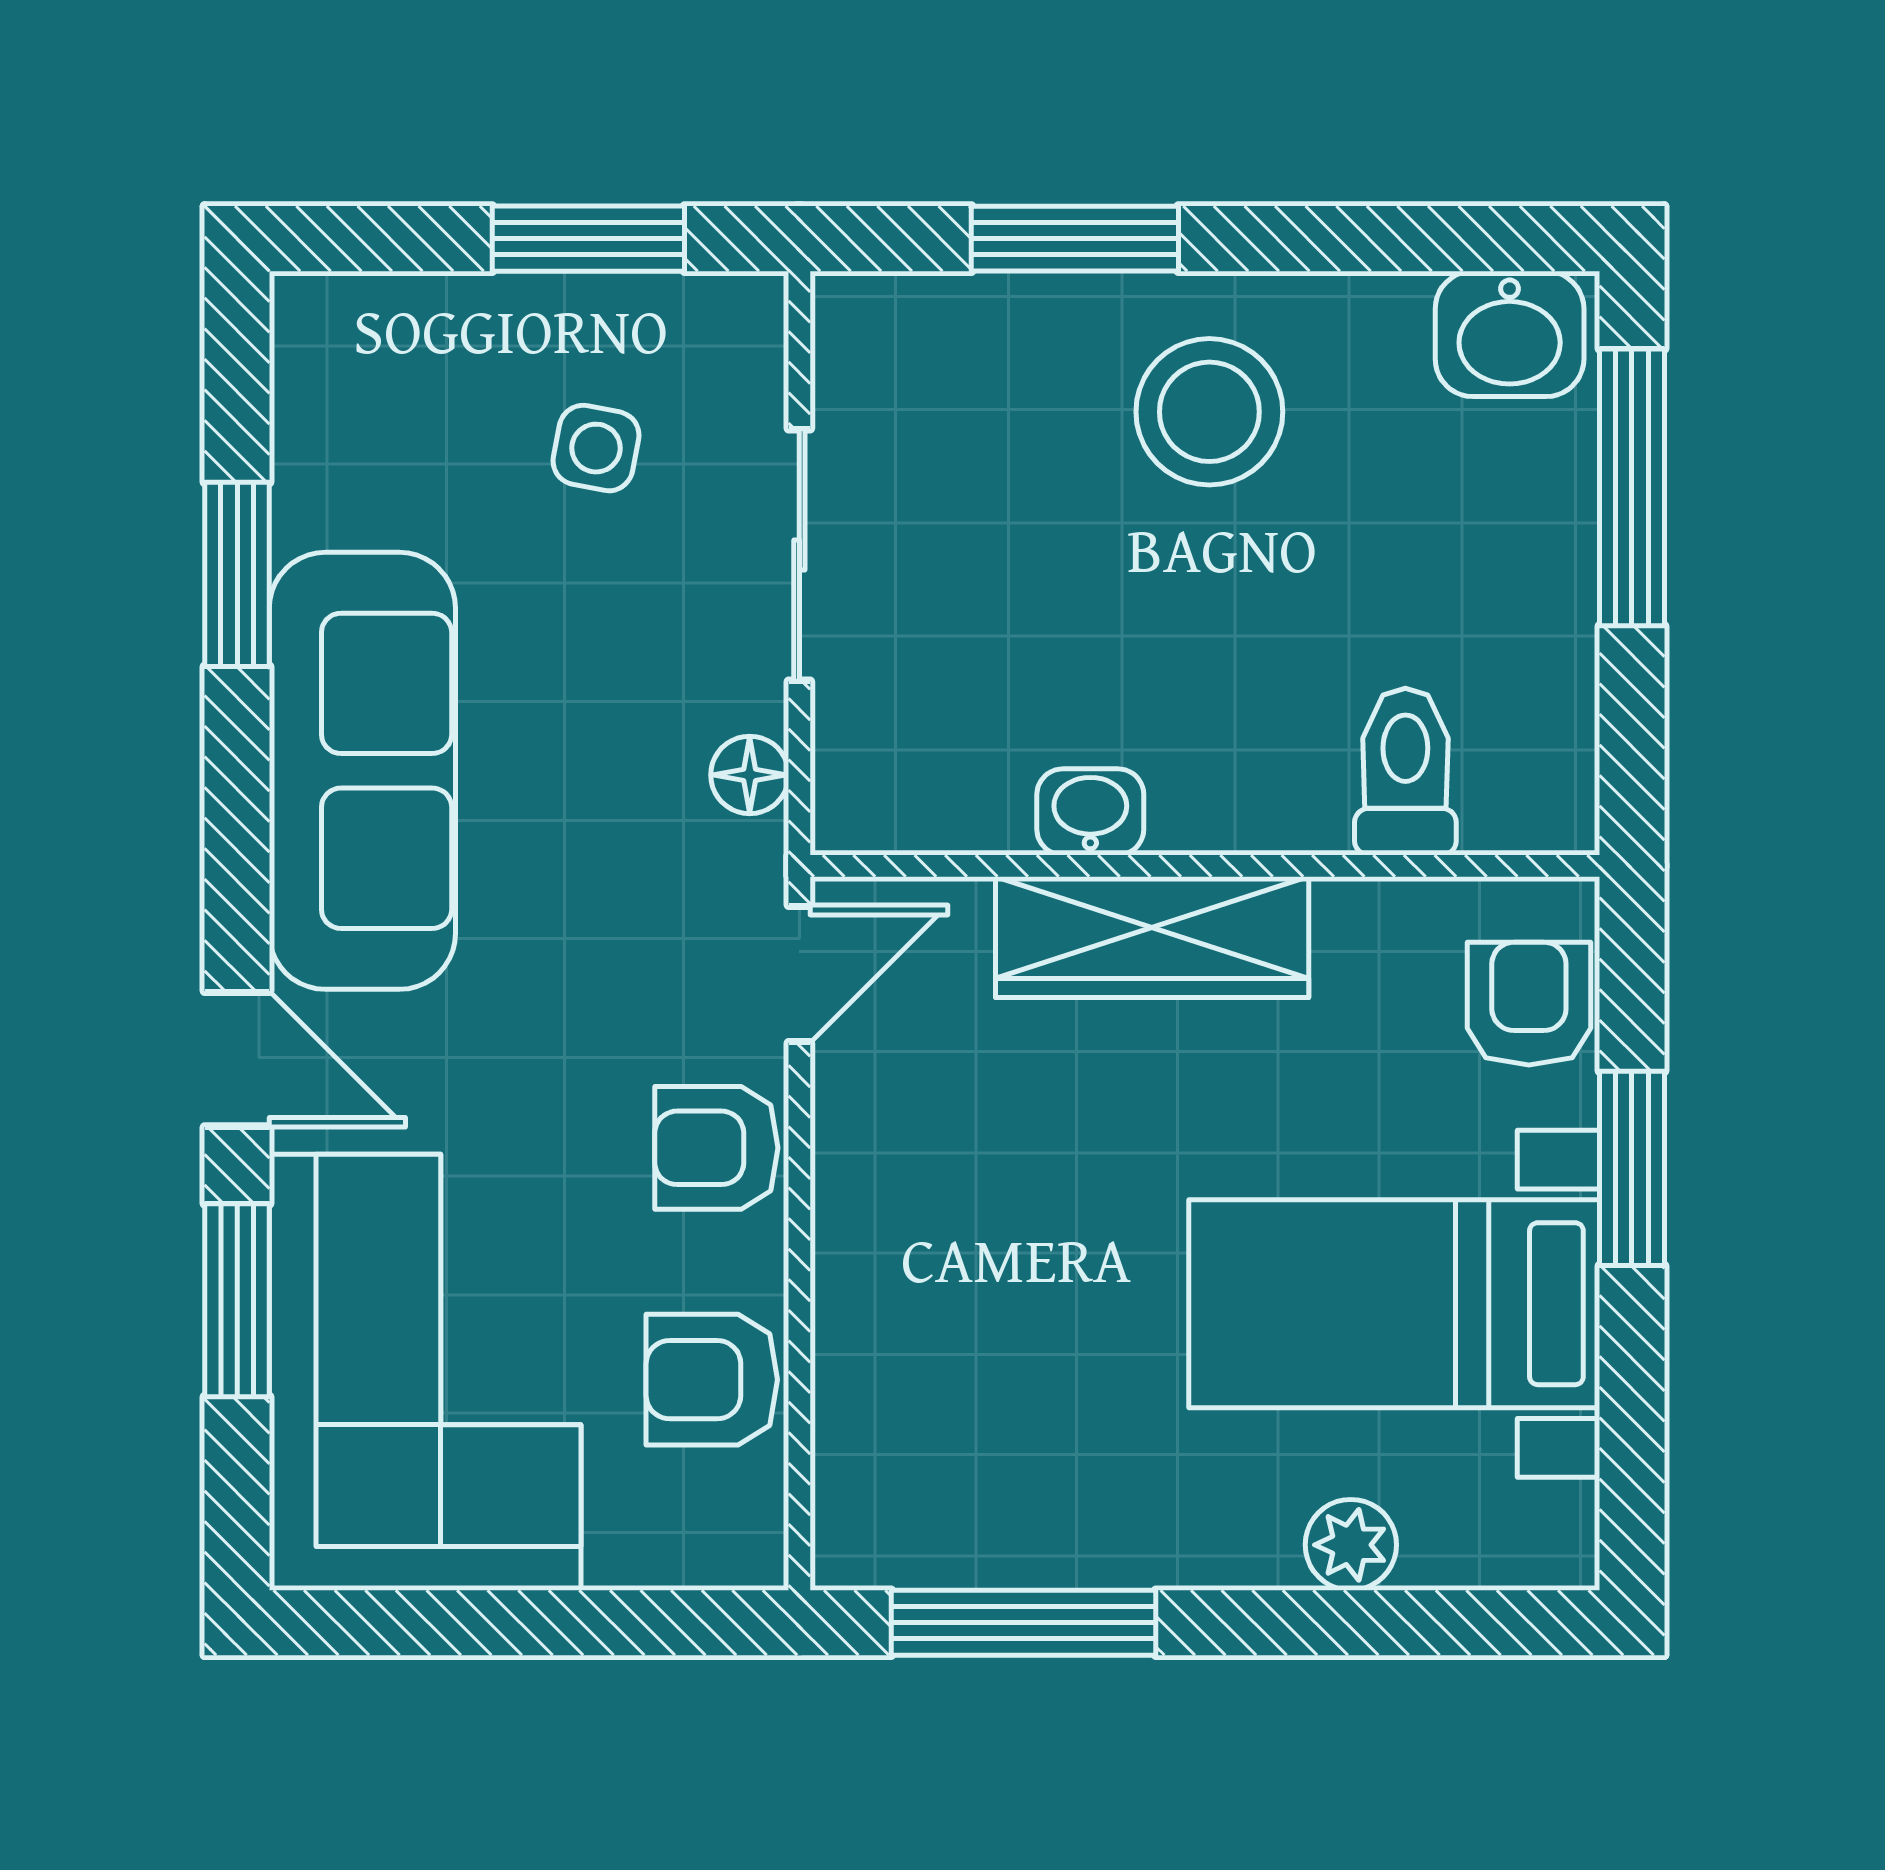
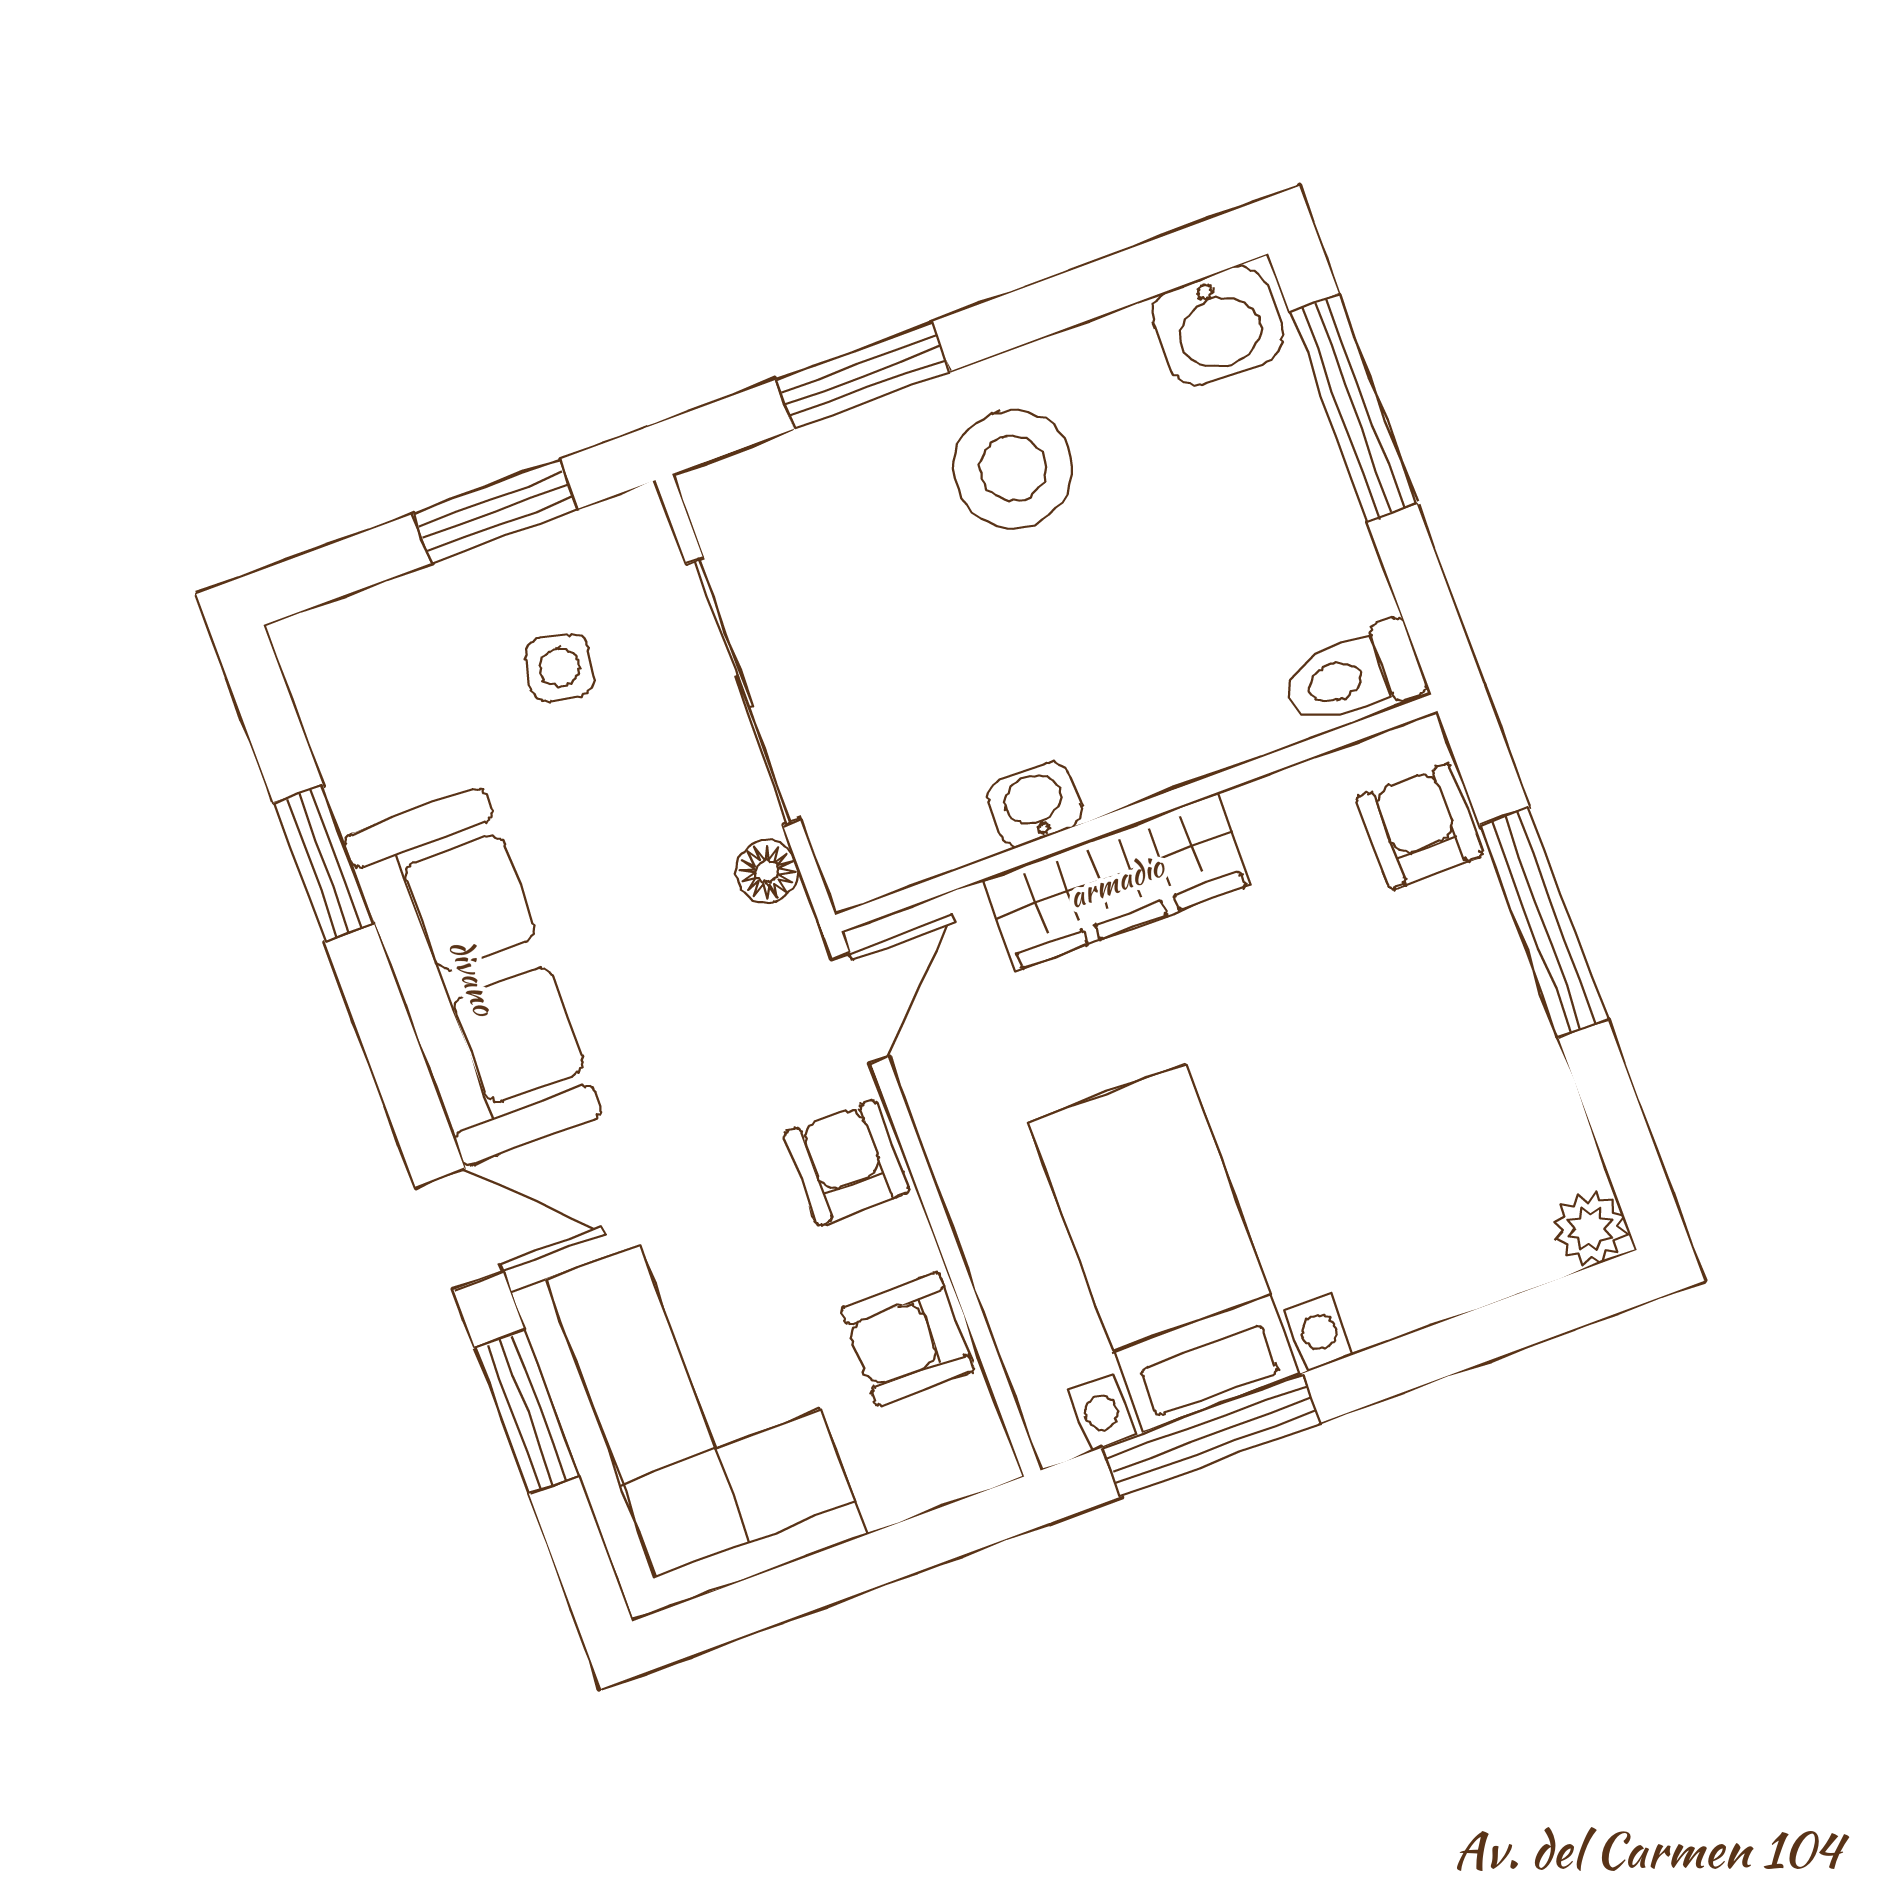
sliding door: (799, 555) -> (743, 691), width x1.37
toilet: (1405, 772) -> (1353, 676), moved, turned -90
armchair: (716, 1148) -> (846, 1162), turned 90
window: (1632, 1168) -> (1544, 922), width x1.44
bed with nightstands: (1394, 1304) -> (1164, 1248), moved, turned 90
plant: (1351, 1545) -> (1590, 1228), moved

